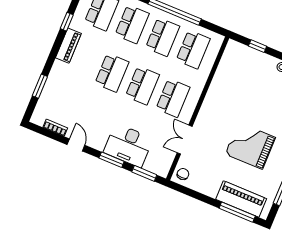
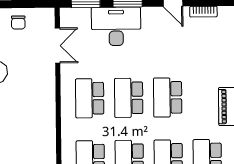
double door: (185, 140) -> (58, 46), moved
chair: (183, 174) -> (18, 22), moved

